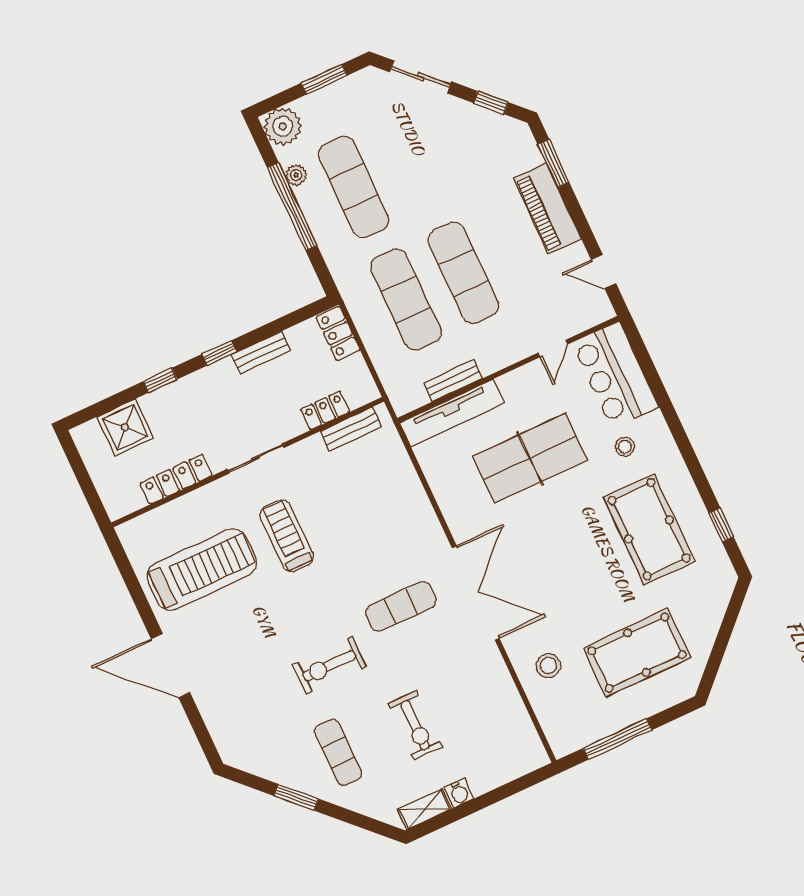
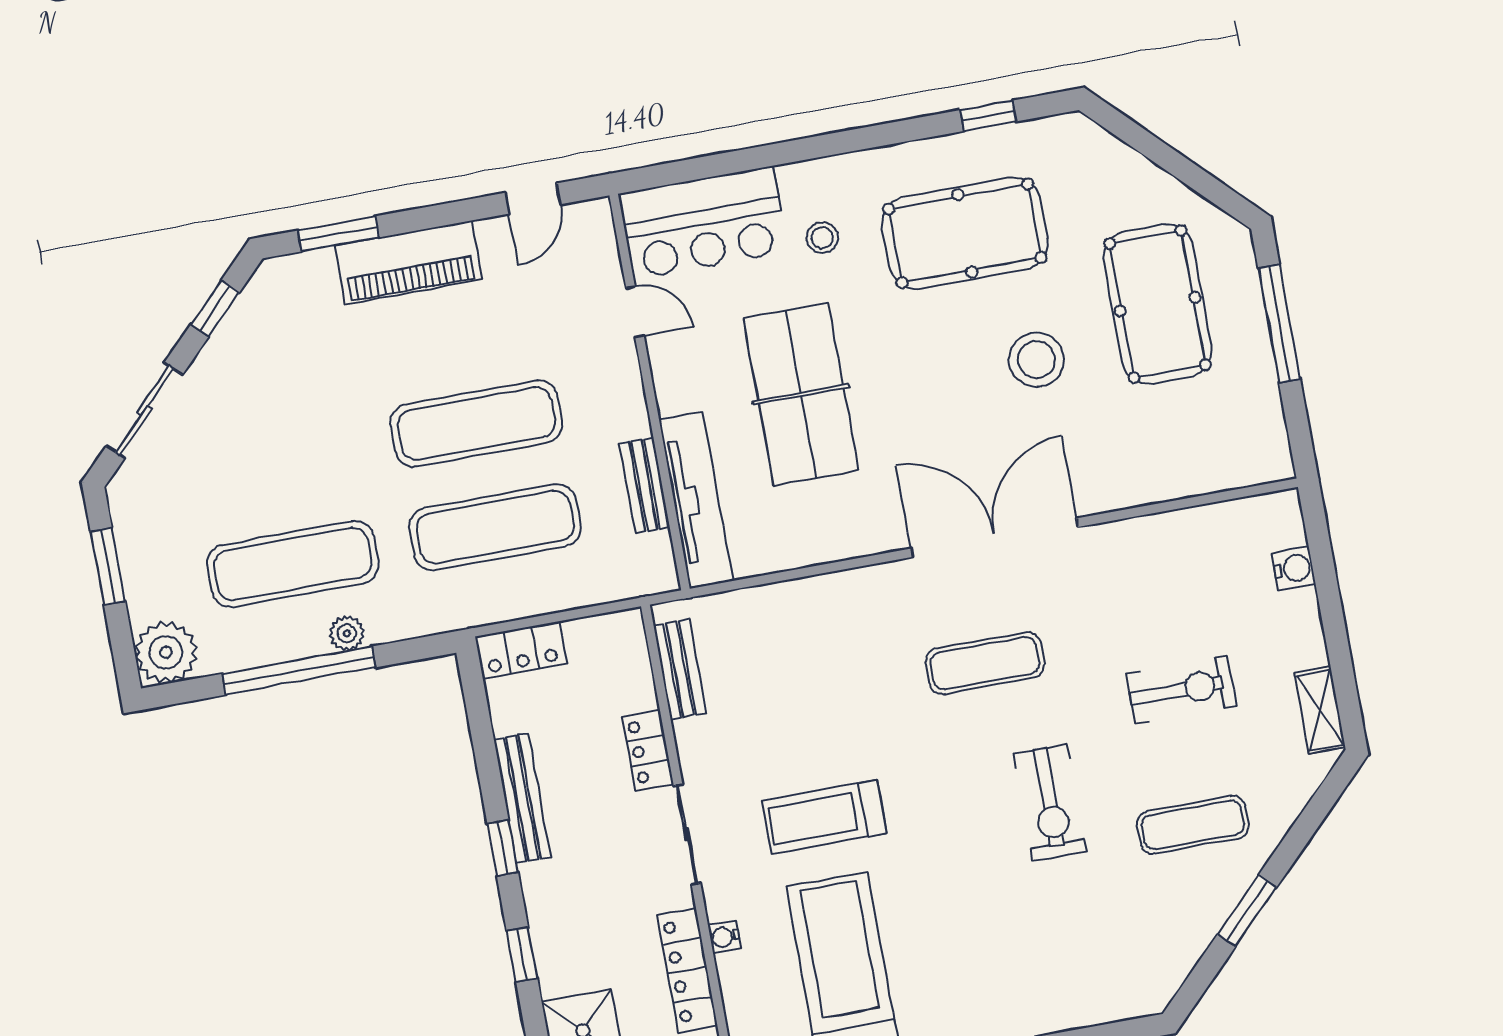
plant: (296, 175) -> (347, 633), moved
bench: (261, 352) -> (522, 798), width x1.36
locker: (325, 410) -> (648, 751), moved
water cooler: (201, 496) -> (724, 937), added
exercise mat: (401, 606) -> (985, 663), turned 90
stool: (548, 666) -> (1036, 360), moved, width x1.38, depth x1.38
window: (617, 739) -> (1279, 324), moved
water cooler: (459, 793) -> (1294, 568), moved

